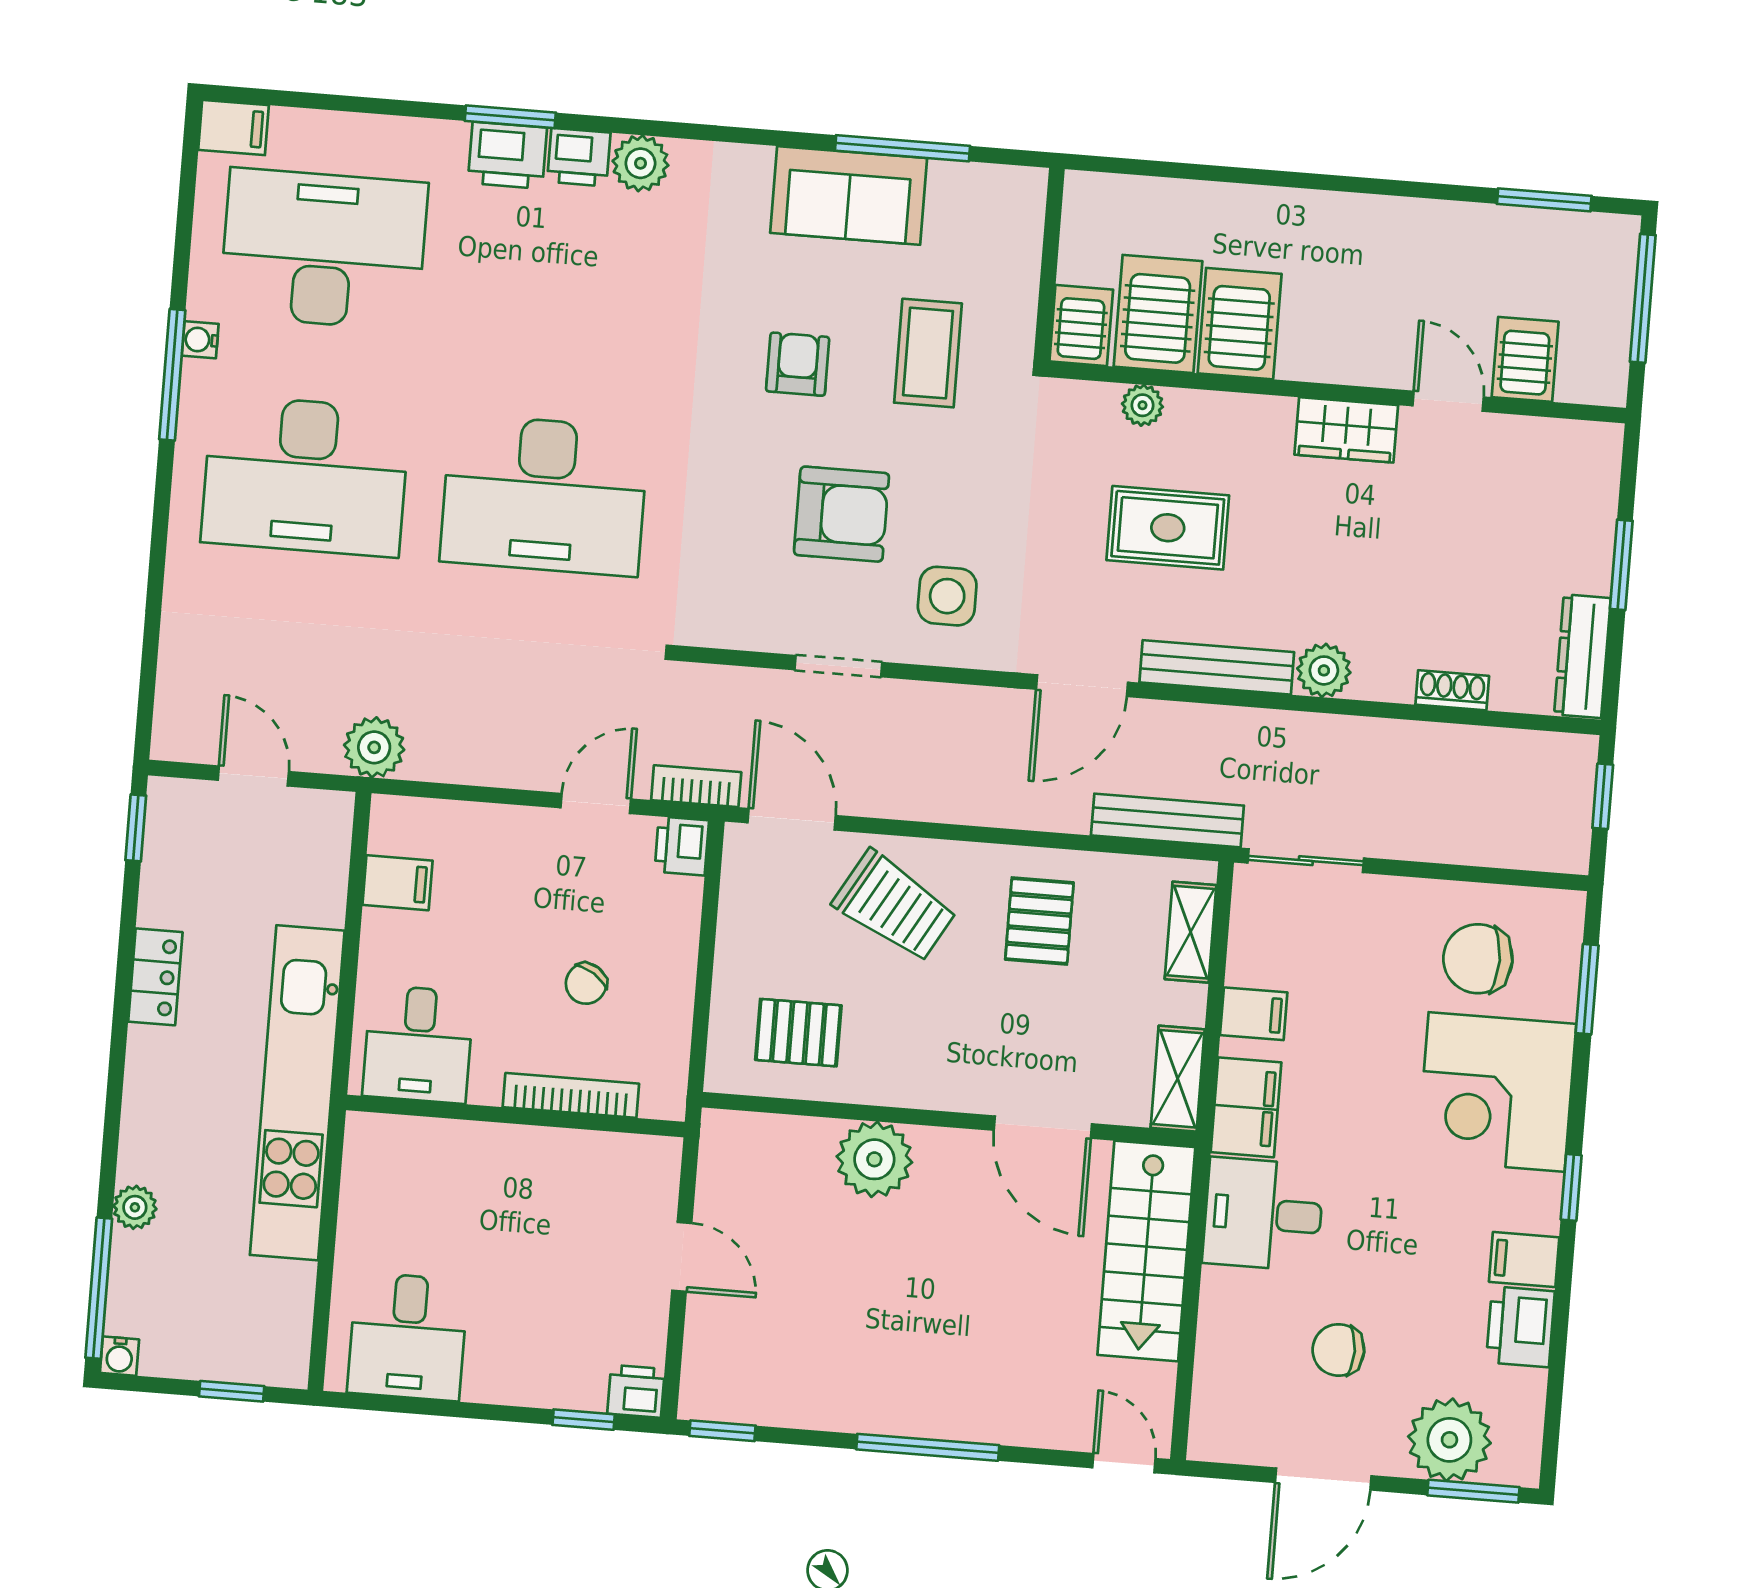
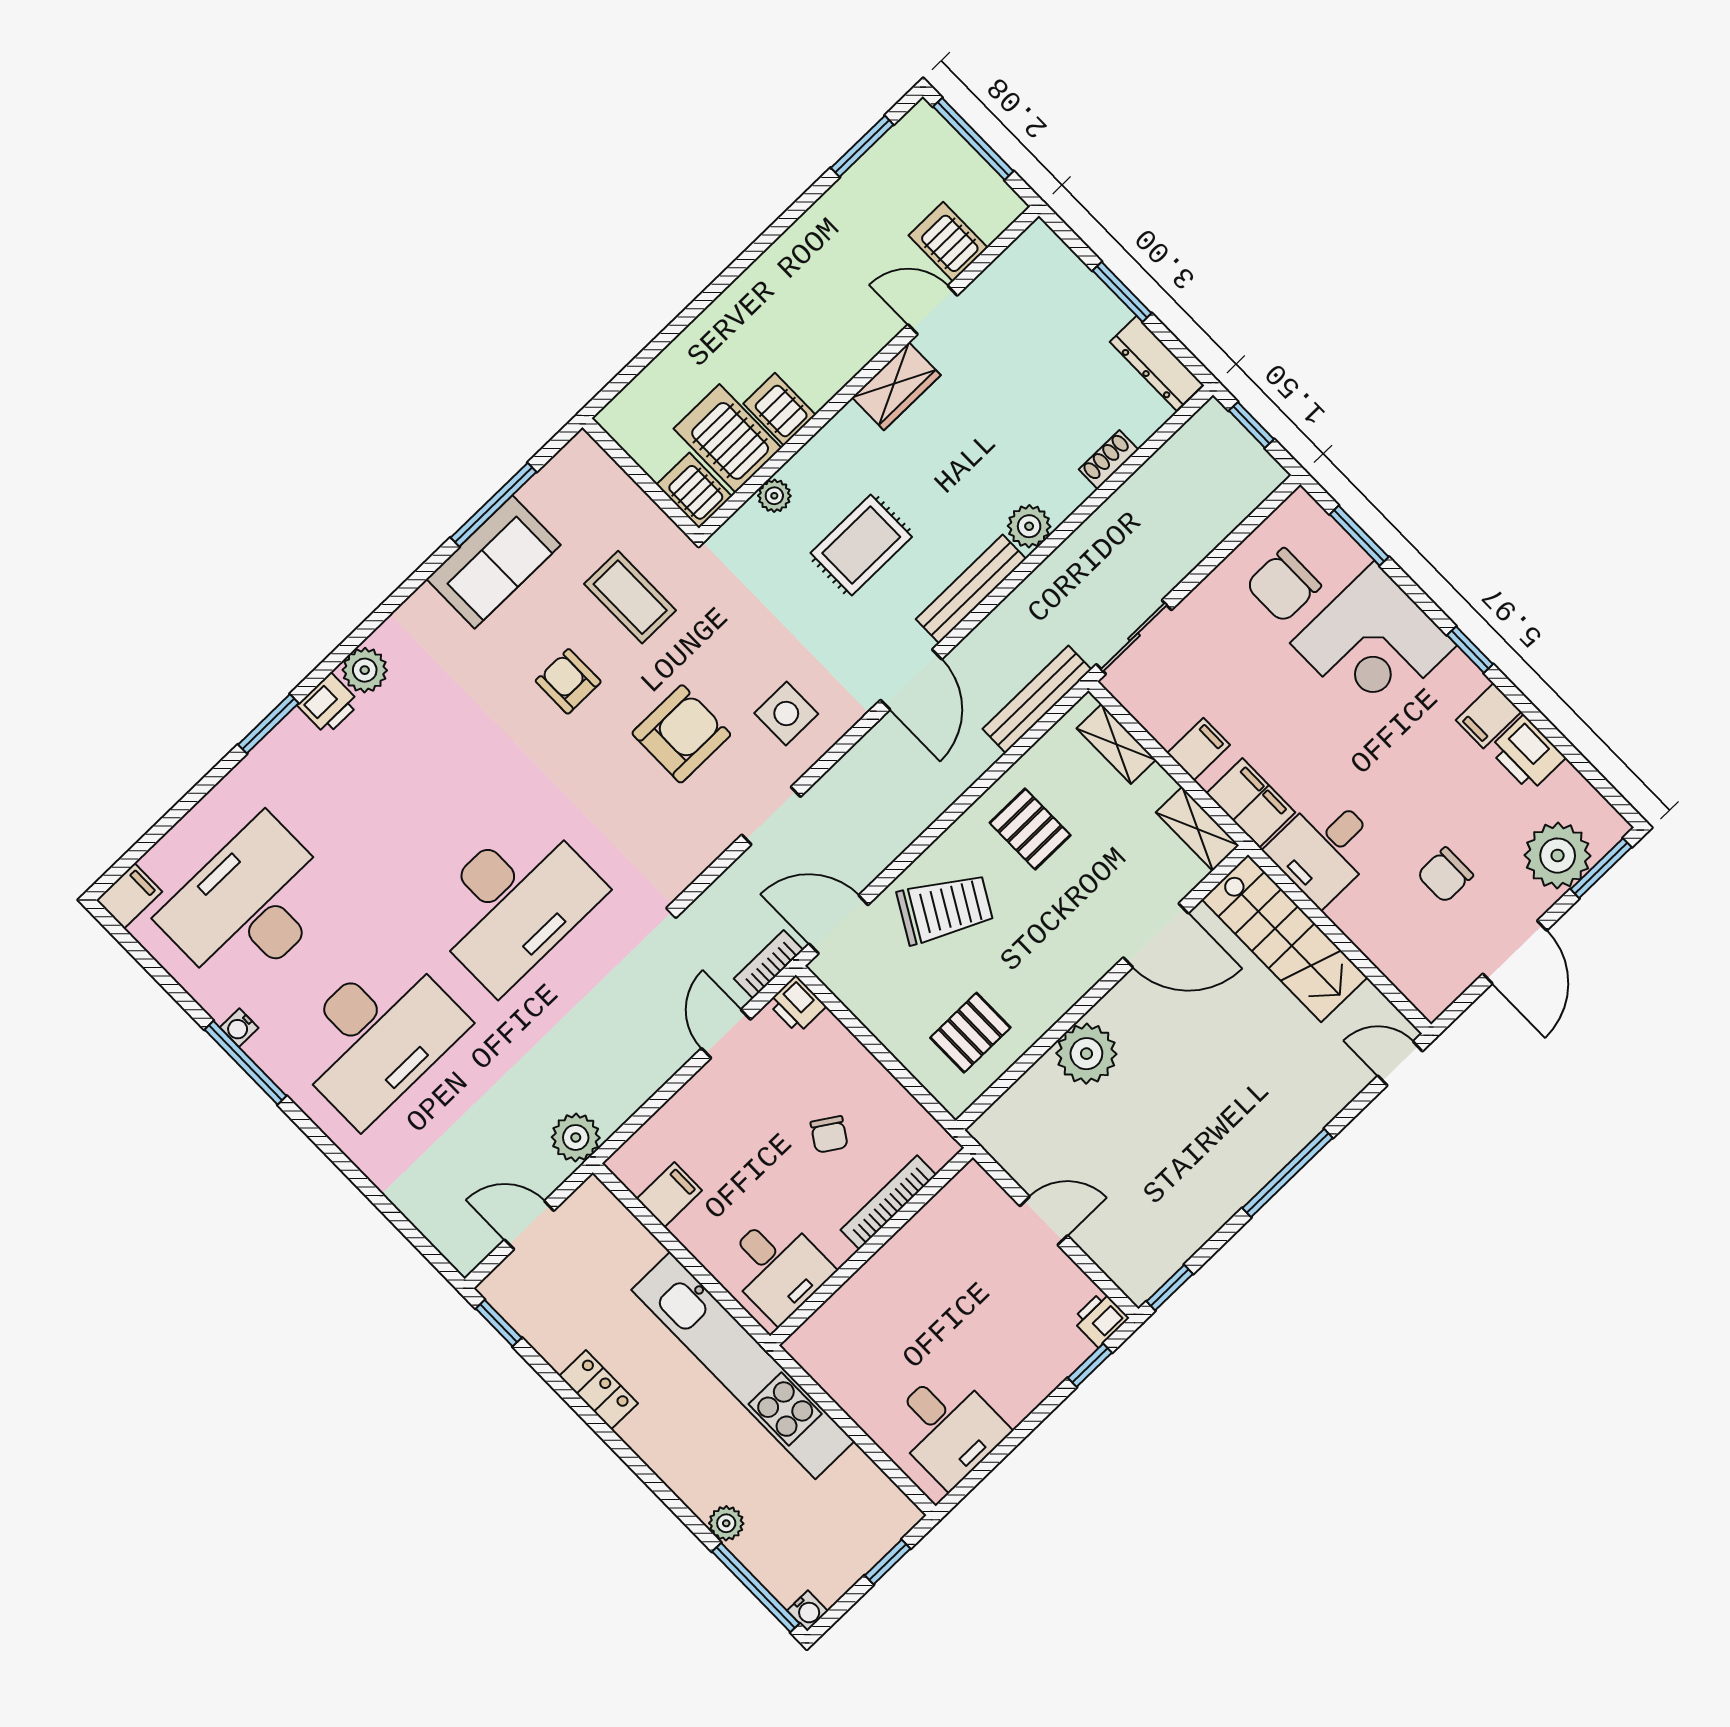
printer: (507, 155) -> (290, 746), removed
server rack: (1240, 324) -> (780, 409), width x0.73, depth x0.70

